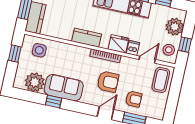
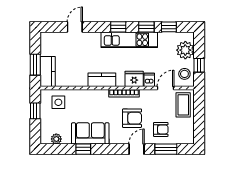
plant: (35, 82) -> (56, 139), width x0.53, depth x0.53

